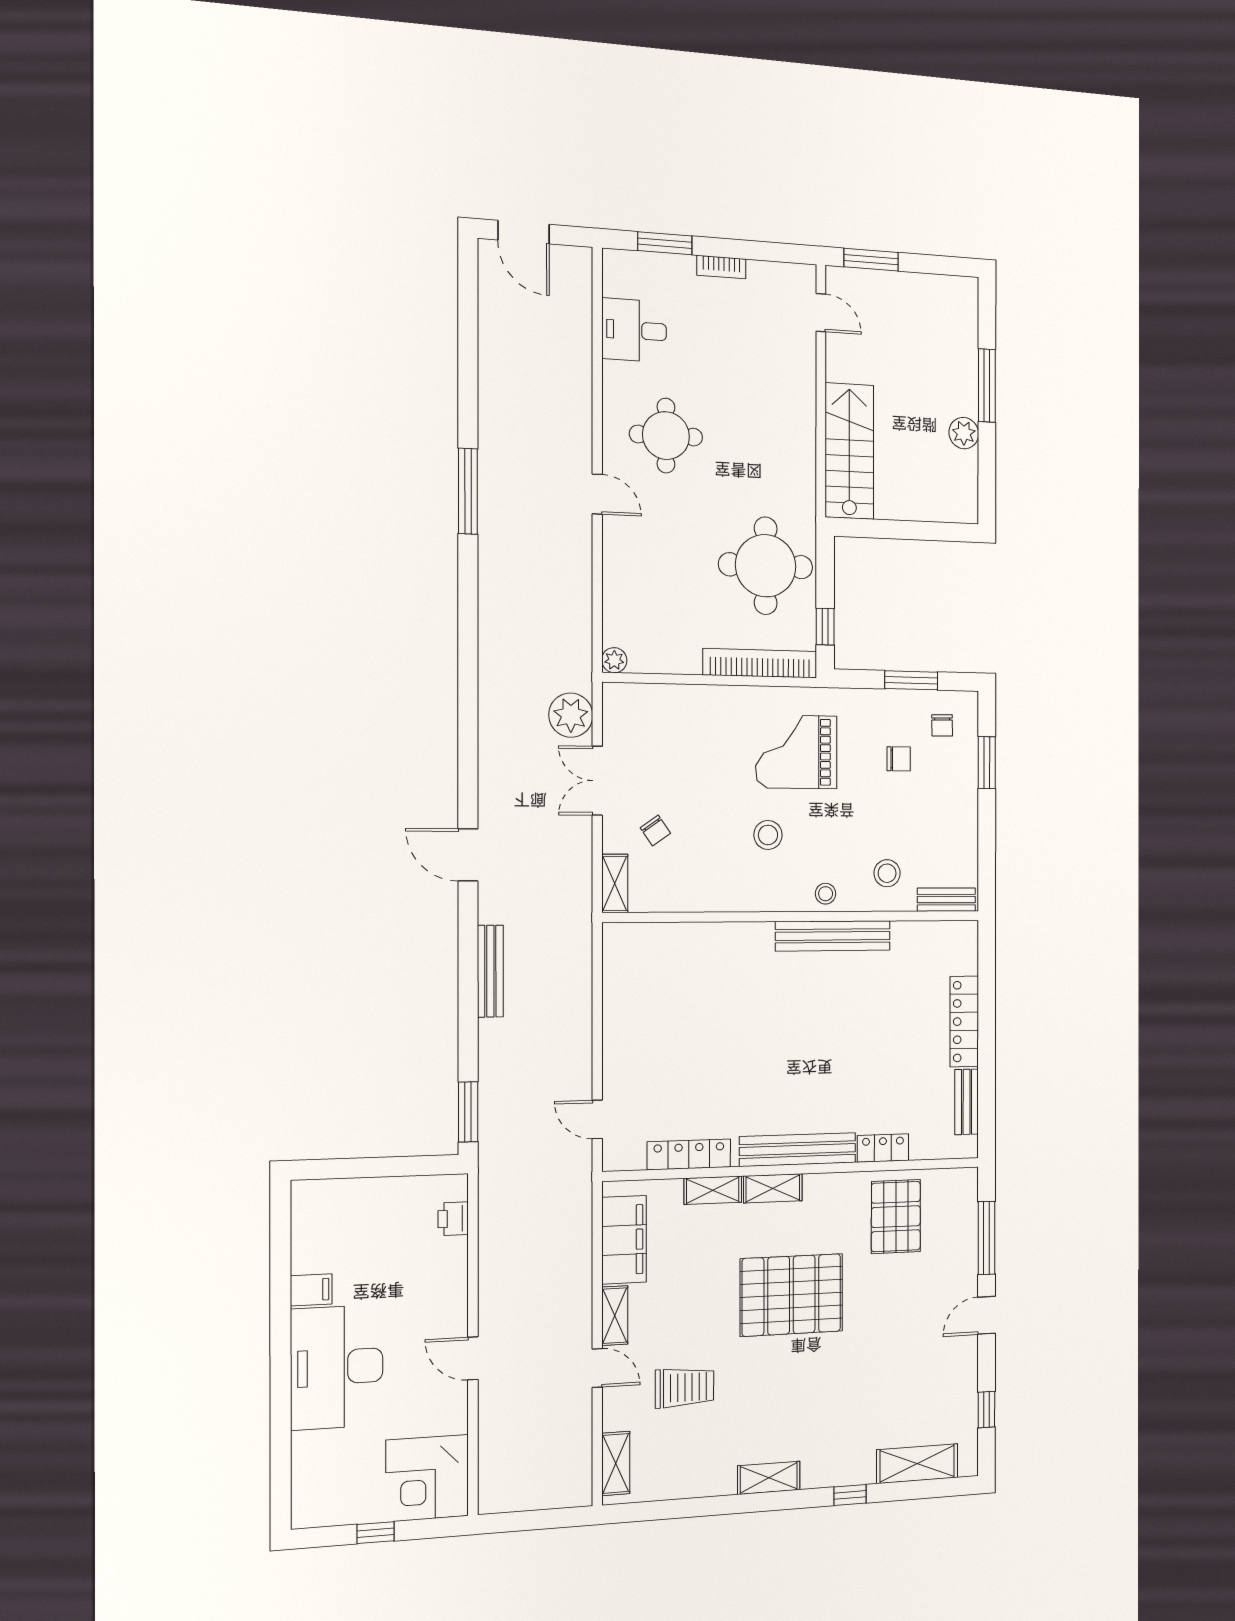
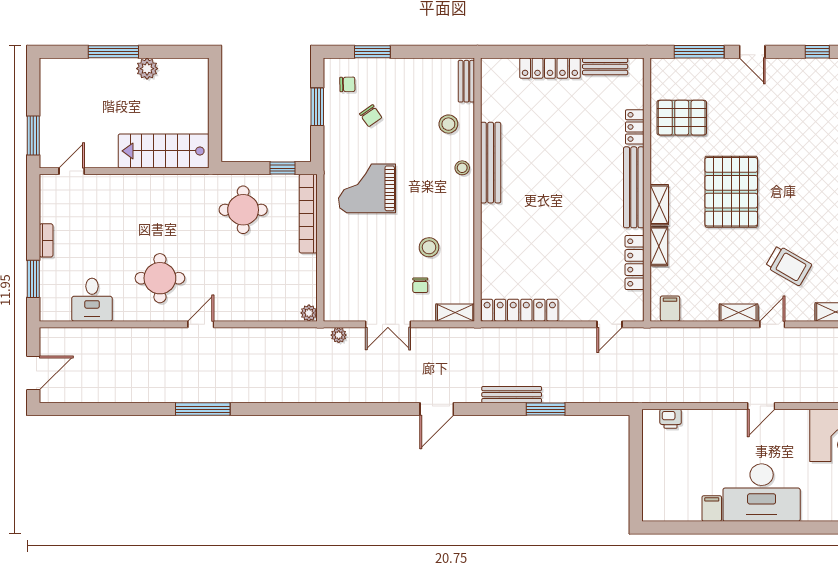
round table: (766, 566) -> (243, 210), width x0.73, depth x0.73
plant: (571, 715) -> (339, 335), width x0.53, depth x0.53
grand piano: (796, 752) -> (367, 188), turned 90
chair: (899, 759) -> (371, 116), turned 145
chair: (655, 831) -> (420, 285), turned 125
stool: (768, 835) -> (429, 247), moved
locker: (618, 982) -> (520, 310), added
window: (468, 1112) -> (546, 409), moved
filing cabinet: (624, 1240) -> (670, 309), width x0.33, depth x0.86
trolley: (685, 1387) -> (789, 266), turned 120

